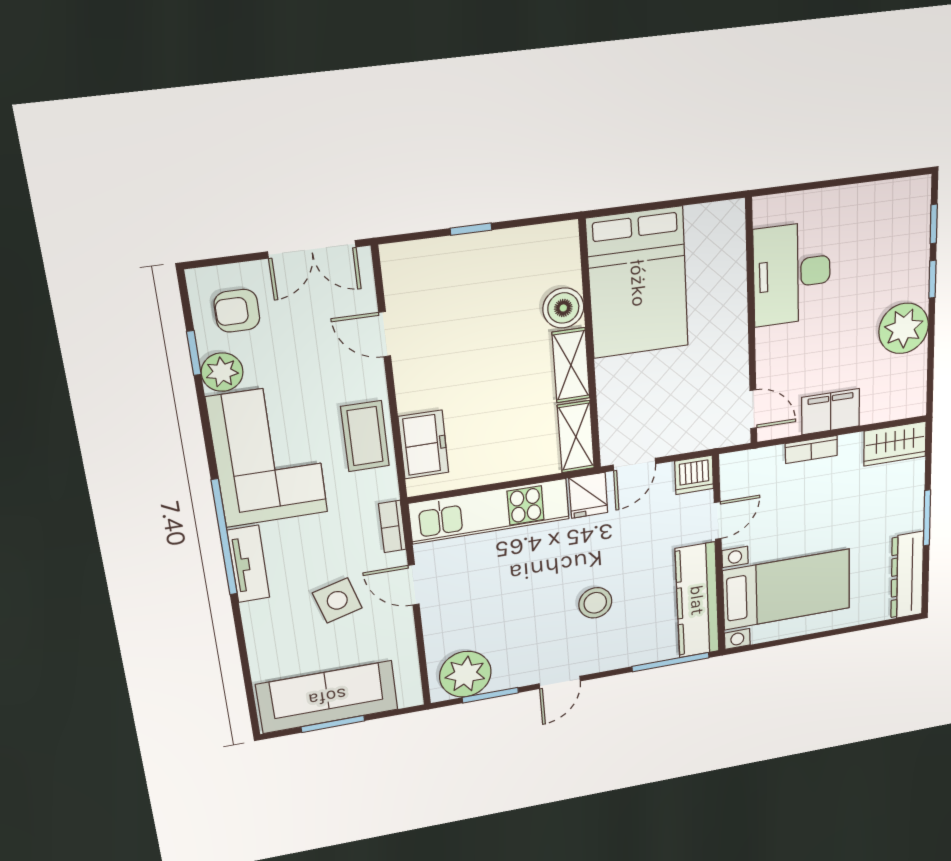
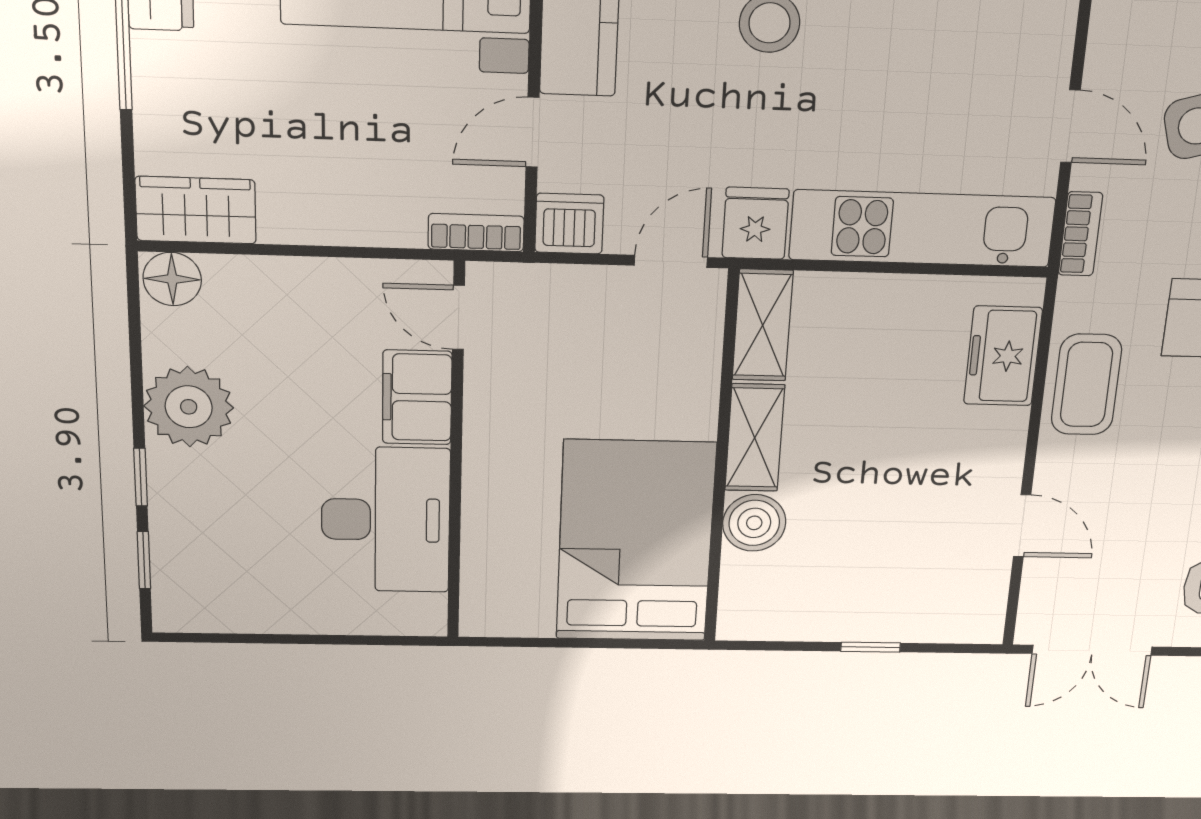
double door: (312, 249) -> (1092, 650), swing flipped
floor lamp: (909, 403) -> (172, 279), added
filing cabinet: (831, 412) -> (417, 397), moved, turned 90
bookcase: (811, 449) -> (476, 233), moved

